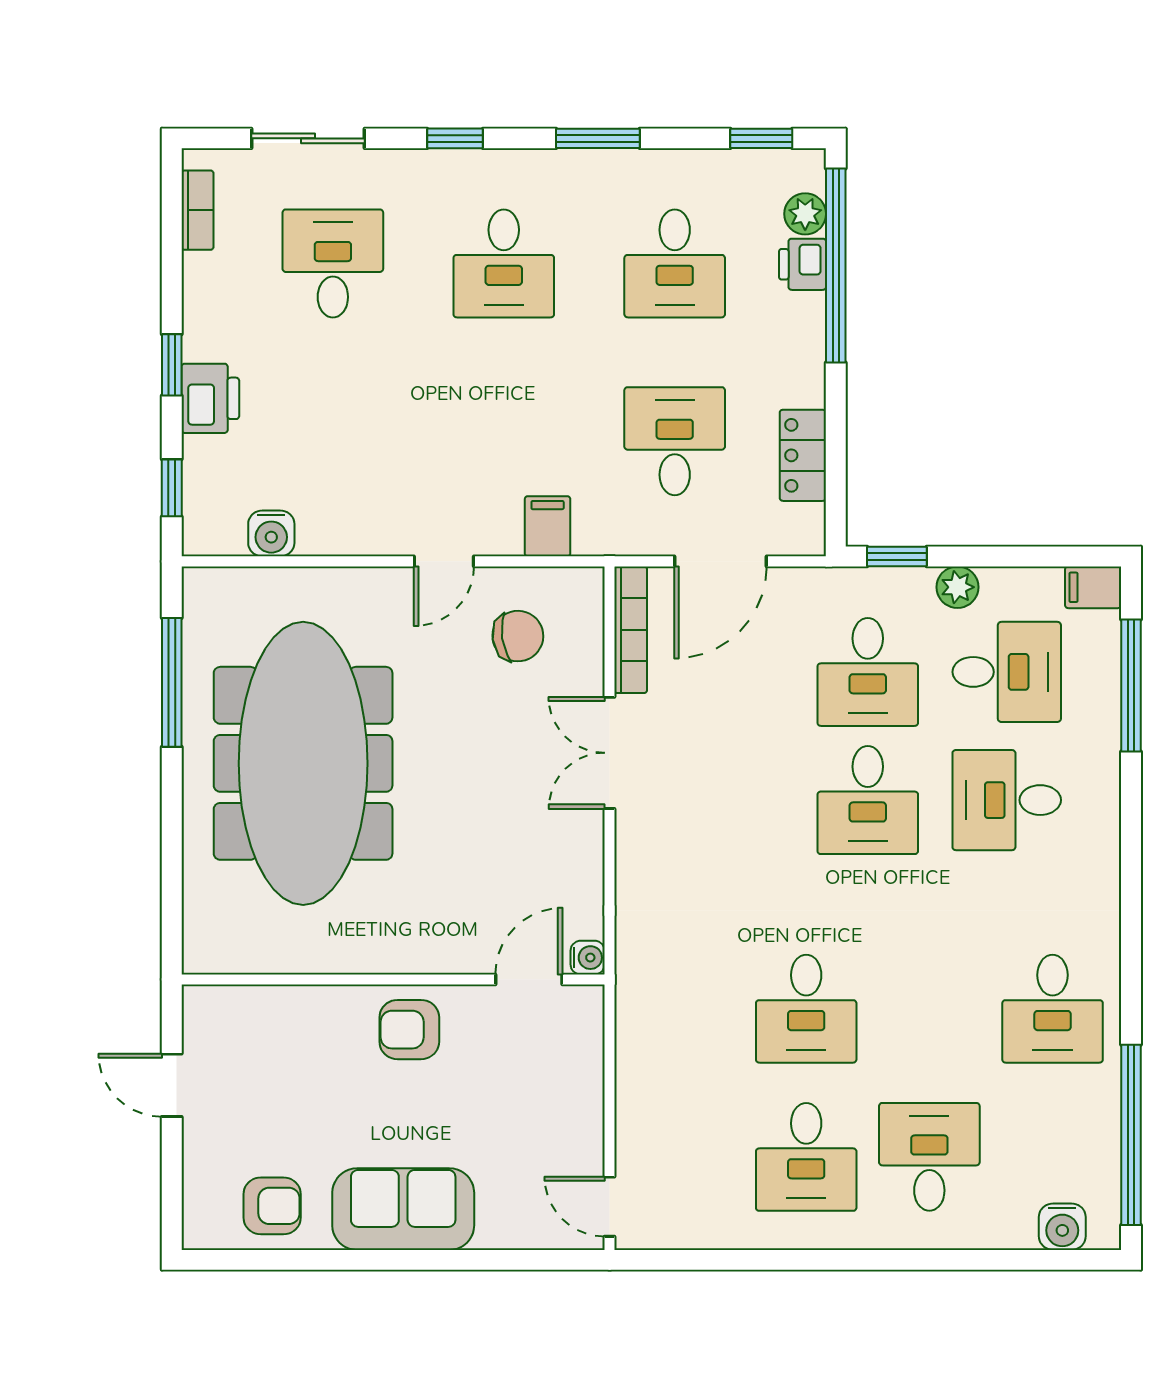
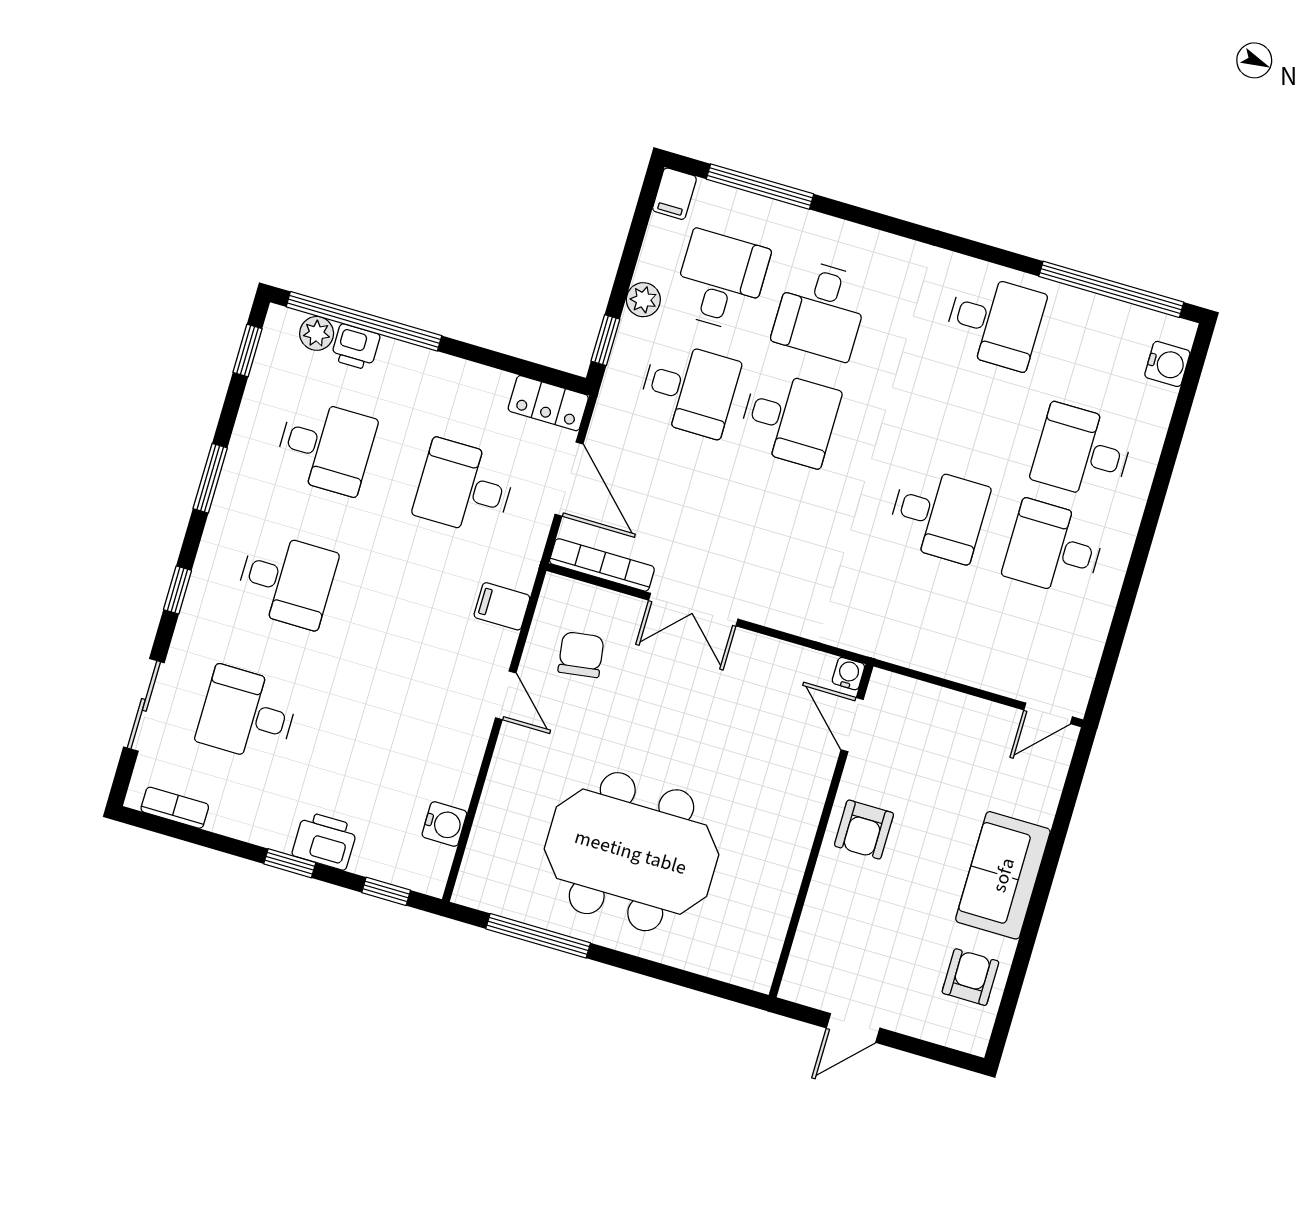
locker: (803, 455) -> (548, 403), moved
meeting table: (303, 763) -> (631, 852), width x0.73
desk: (806, 1157) -> (1054, 548), turned 180

